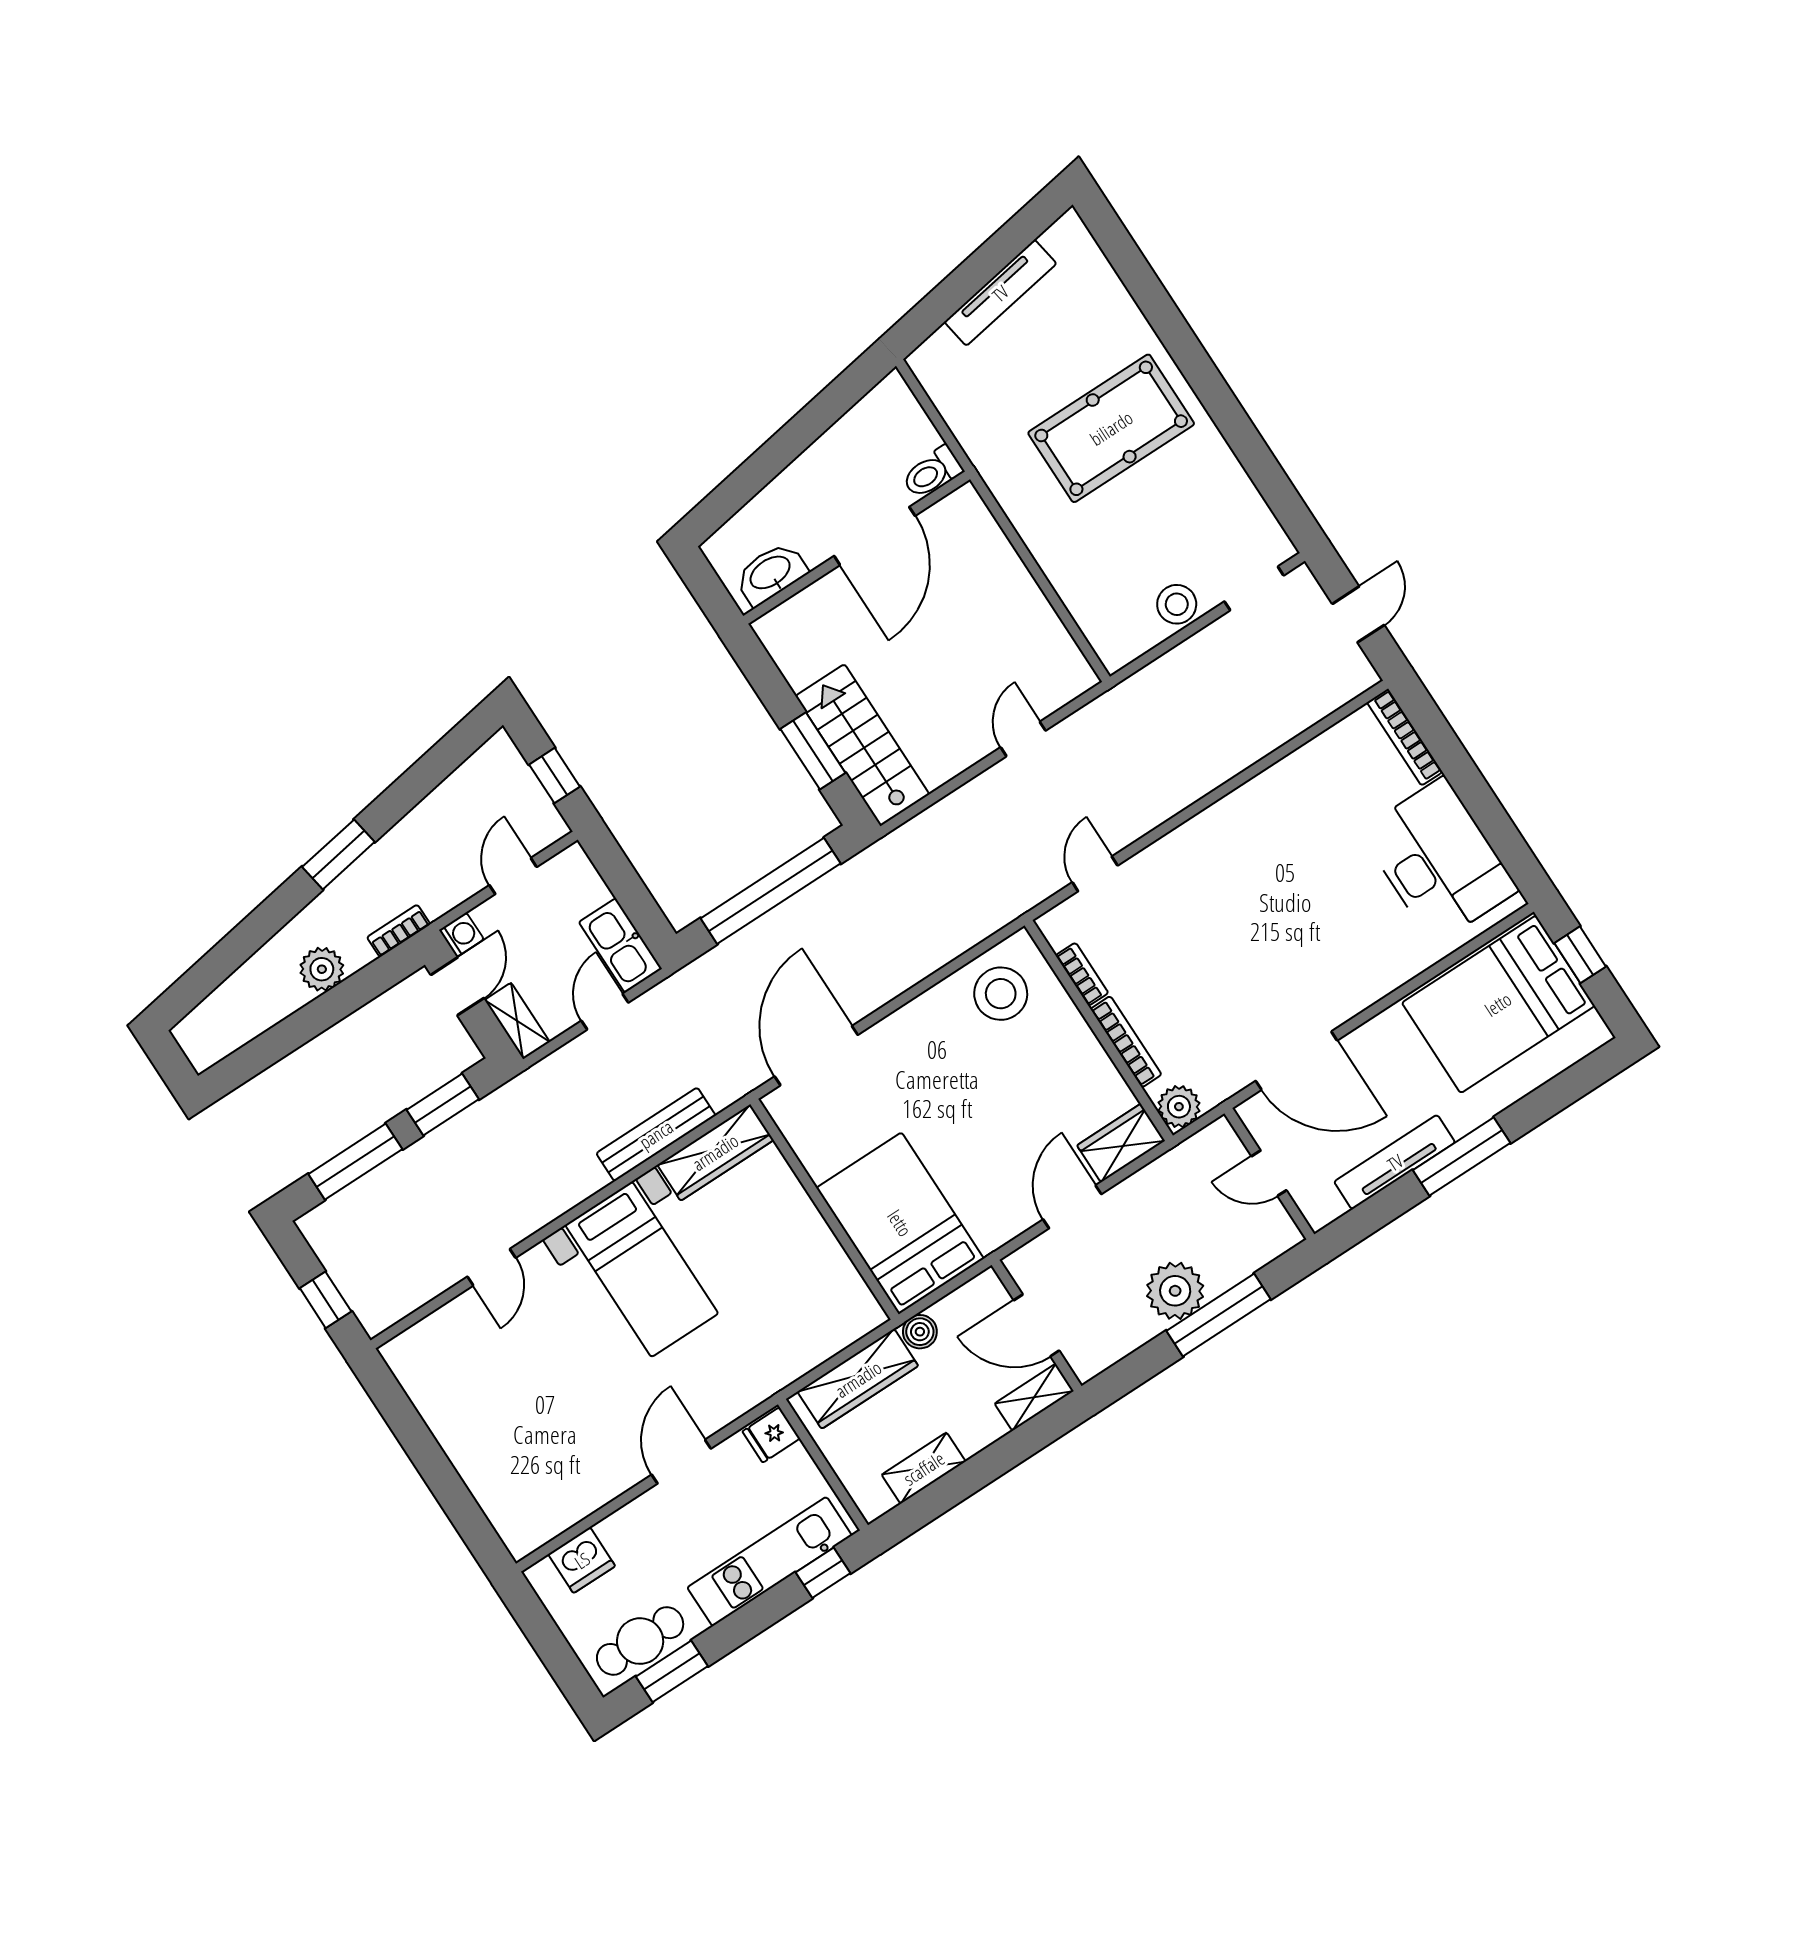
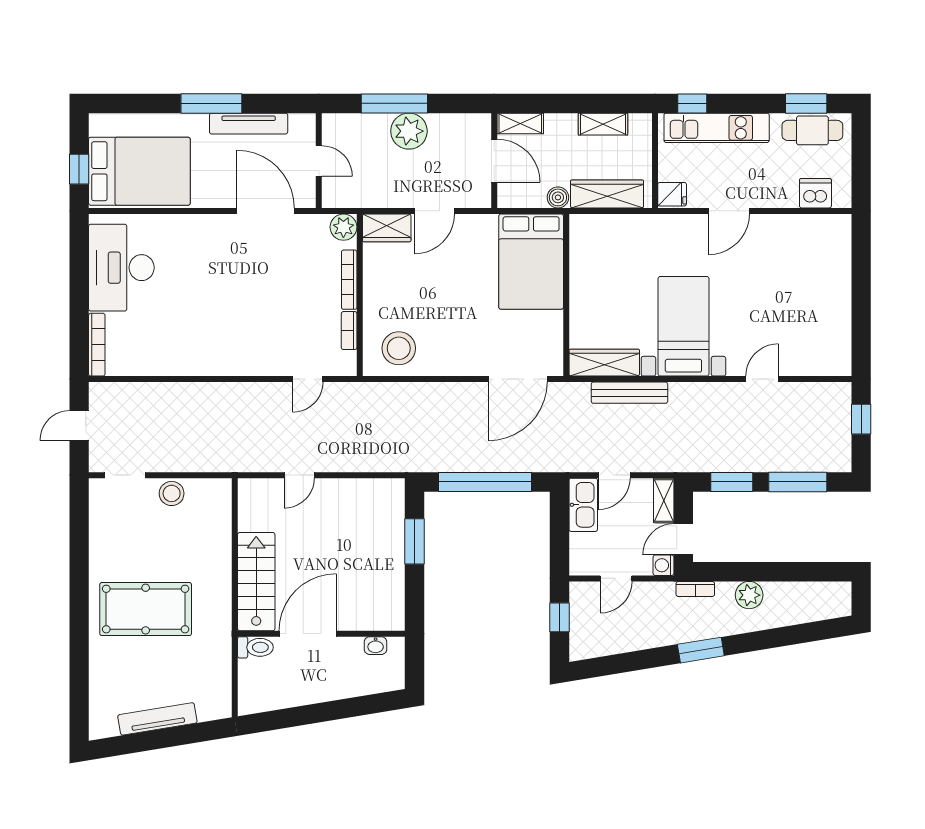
washbasin: (771, 573) -> (376, 646), width x0.52, depth x0.69
stairs: (862, 745) -> (256, 582), moved, turned 180

